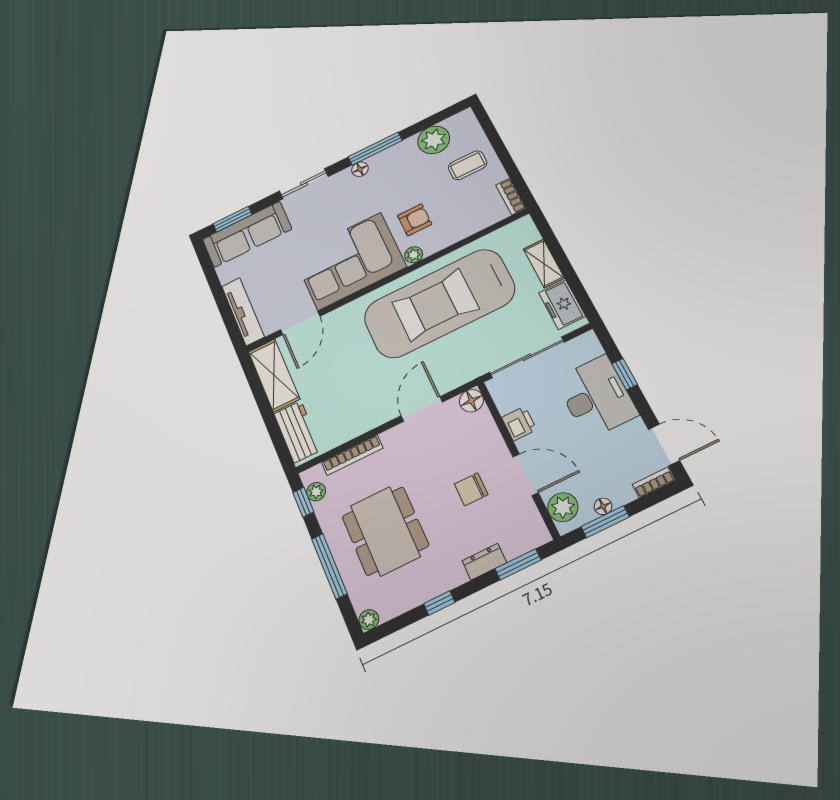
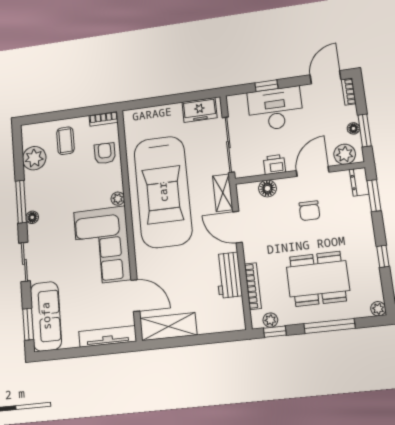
armchair: (415, 220) -> (105, 153), moved
shelving: (544, 263) -> (223, 193), moved, turned 90
floor lamp: (471, 401) -> (267, 188), moved
workbench: (298, 432) -> (229, 275), moved, turned -90
dresser: (484, 562) -> (359, 182), moved

